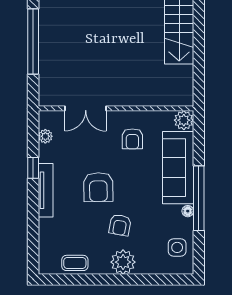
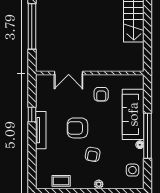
plant: (184, 120) -> (137, 81), removed
plant: (45, 136) -> (41, 92), removed
armchair: (98, 187) -> (77, 128), turned 91
plant: (123, 262) -> (99, 184), width x0.53, depth x0.53

